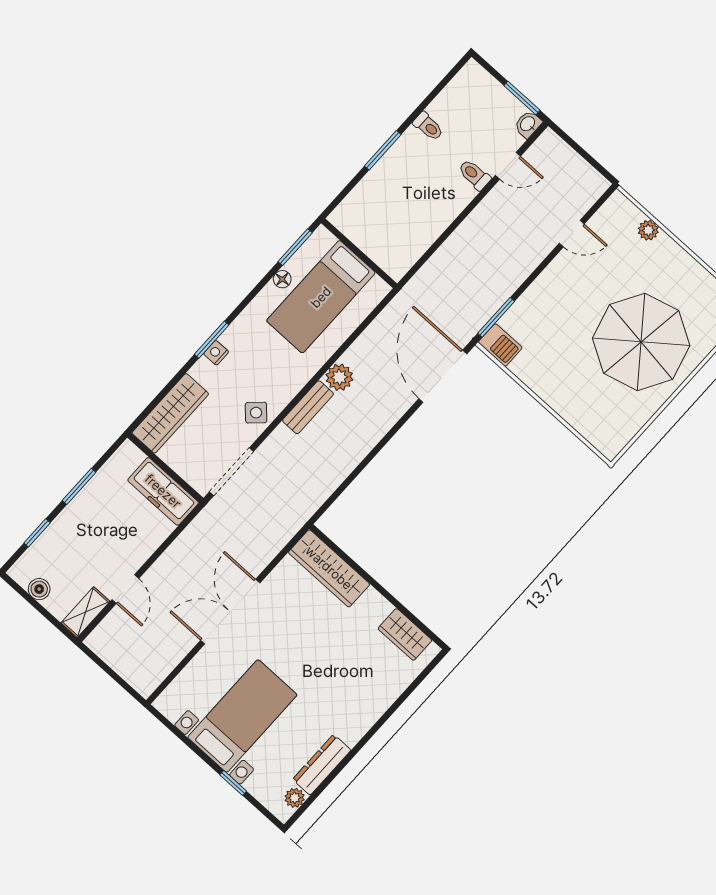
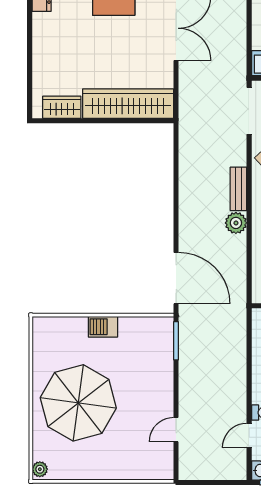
plant: (648, 230) -> (133, 472), removed
barbecue: (500, 345) -> (103, 327), moved
wardrobe: (329, 568) -> (128, 104), width x1.40, depth x1.17

